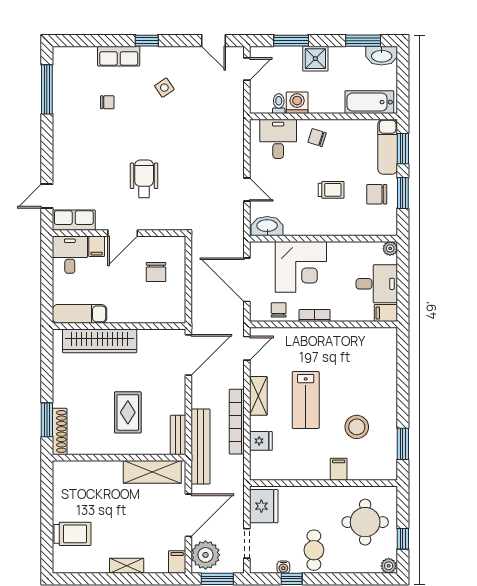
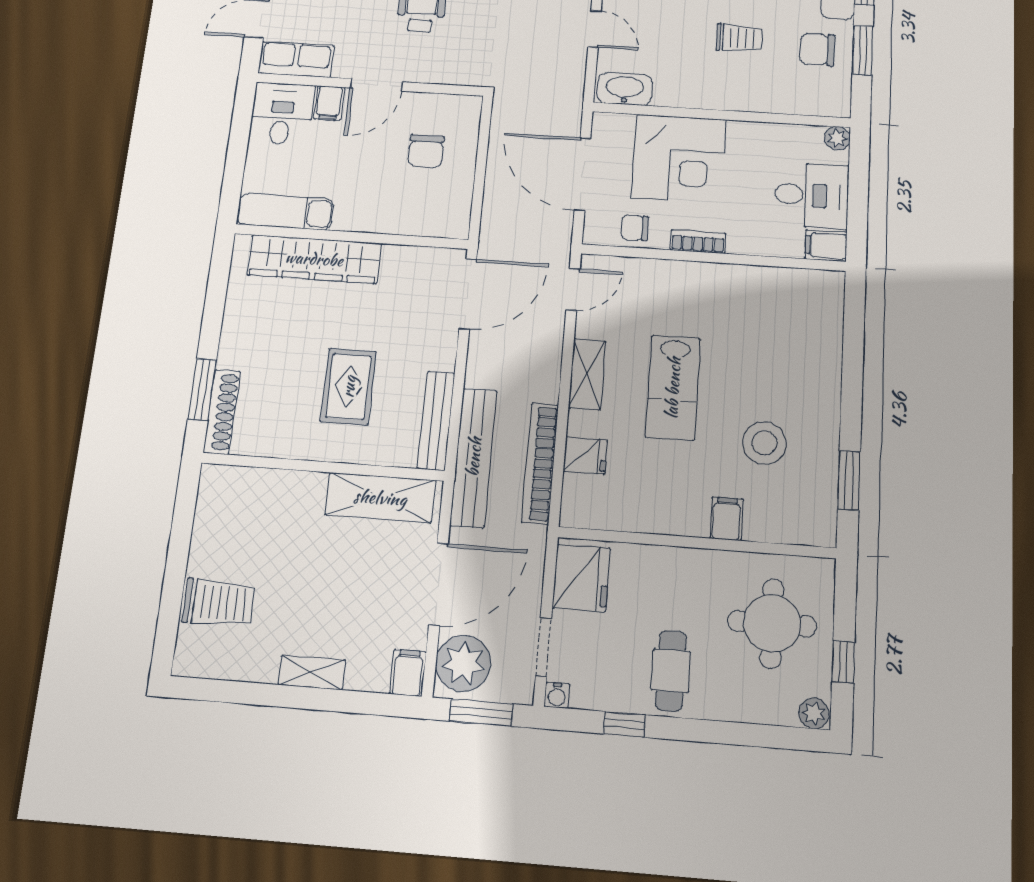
chair: (279, 310) -> (635, 228), turned -90
bookcase: (237, 422) -> (540, 463), moved
bench: (178, 435) -> (436, 421), width x1.36
water cooler: (283, 567) -> (557, 695), moved

